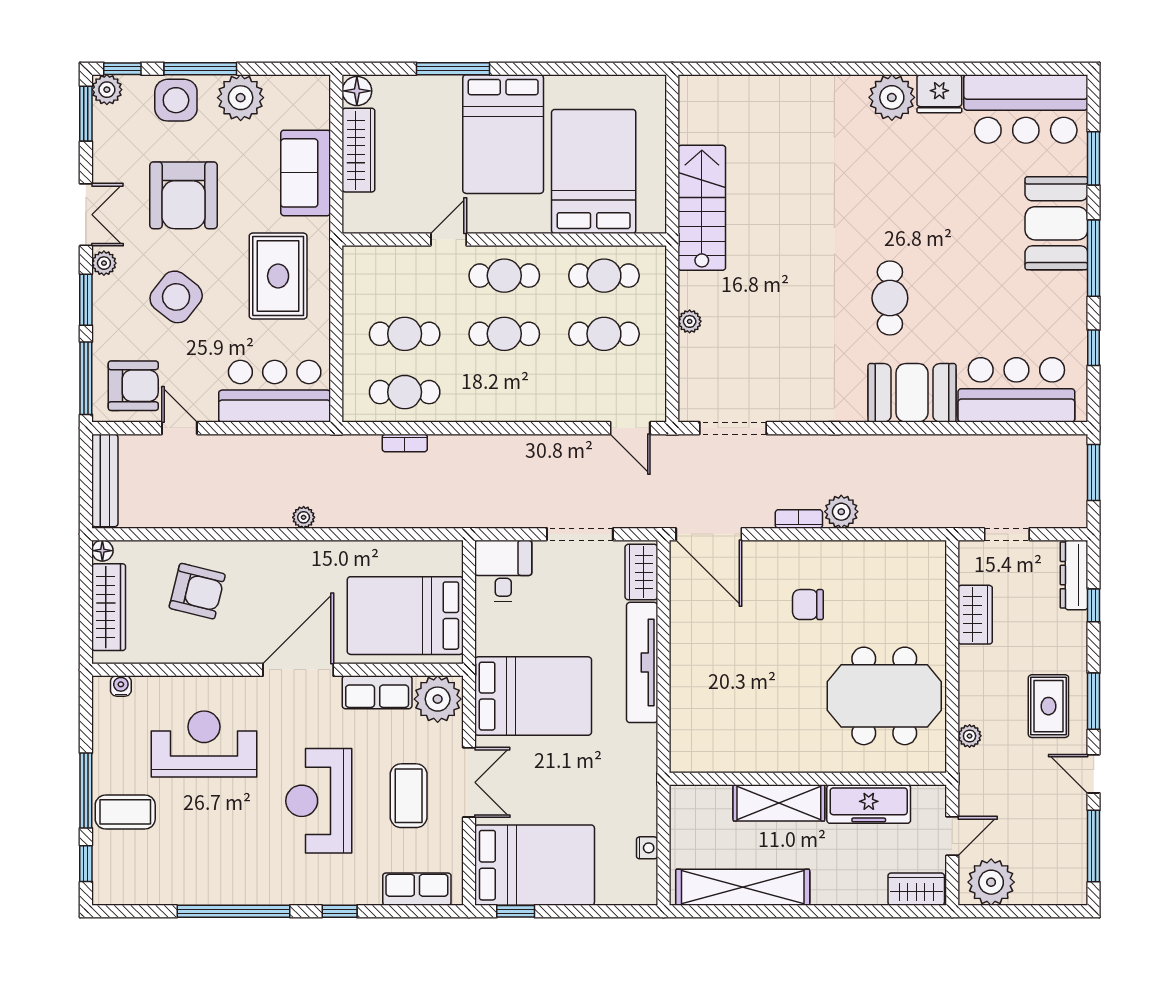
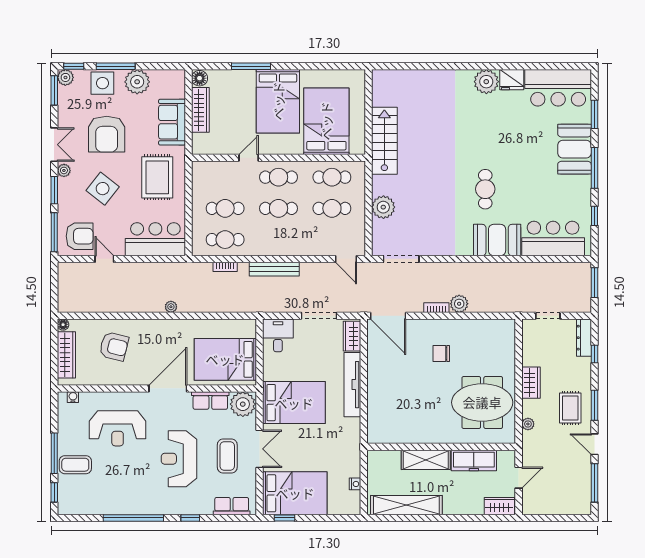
plant: (690, 321) -> (383, 207), width x1.87, depth x1.87
bench: (105, 480) -> (274, 269), moved, turned 90
wardrobe: (975, 615) -> (531, 383), moved
reception desk: (204, 744) -> (118, 428), turned 180
plant: (991, 882) -> (539, 502), removed

